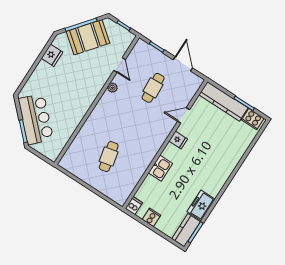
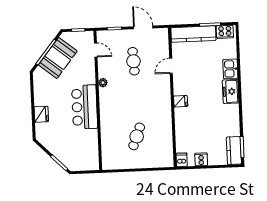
fridge: (52, 55) -> (41, 114), moved
door: (120, 65) -> (96, 50), moved
bar counter: (36, 119) -> (85, 107), moved, turned -135
fridge: (178, 140) -> (181, 101), moved
cafe table: (109, 157) -> (137, 136), turned 33
kitchen sink: (160, 168) -> (230, 69), moved, turned 180
freezer: (201, 205) -> (231, 91), moved

